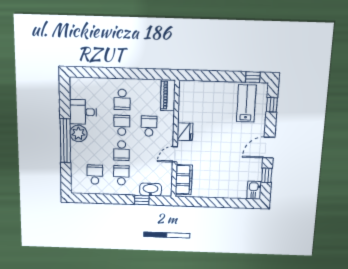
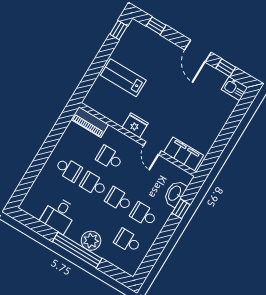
lab bench: (246, 103) -> (123, 78), moved
plant: (78, 133) -> (91, 241), moved
school desk: (122, 151) -> (119, 199), turned 180

